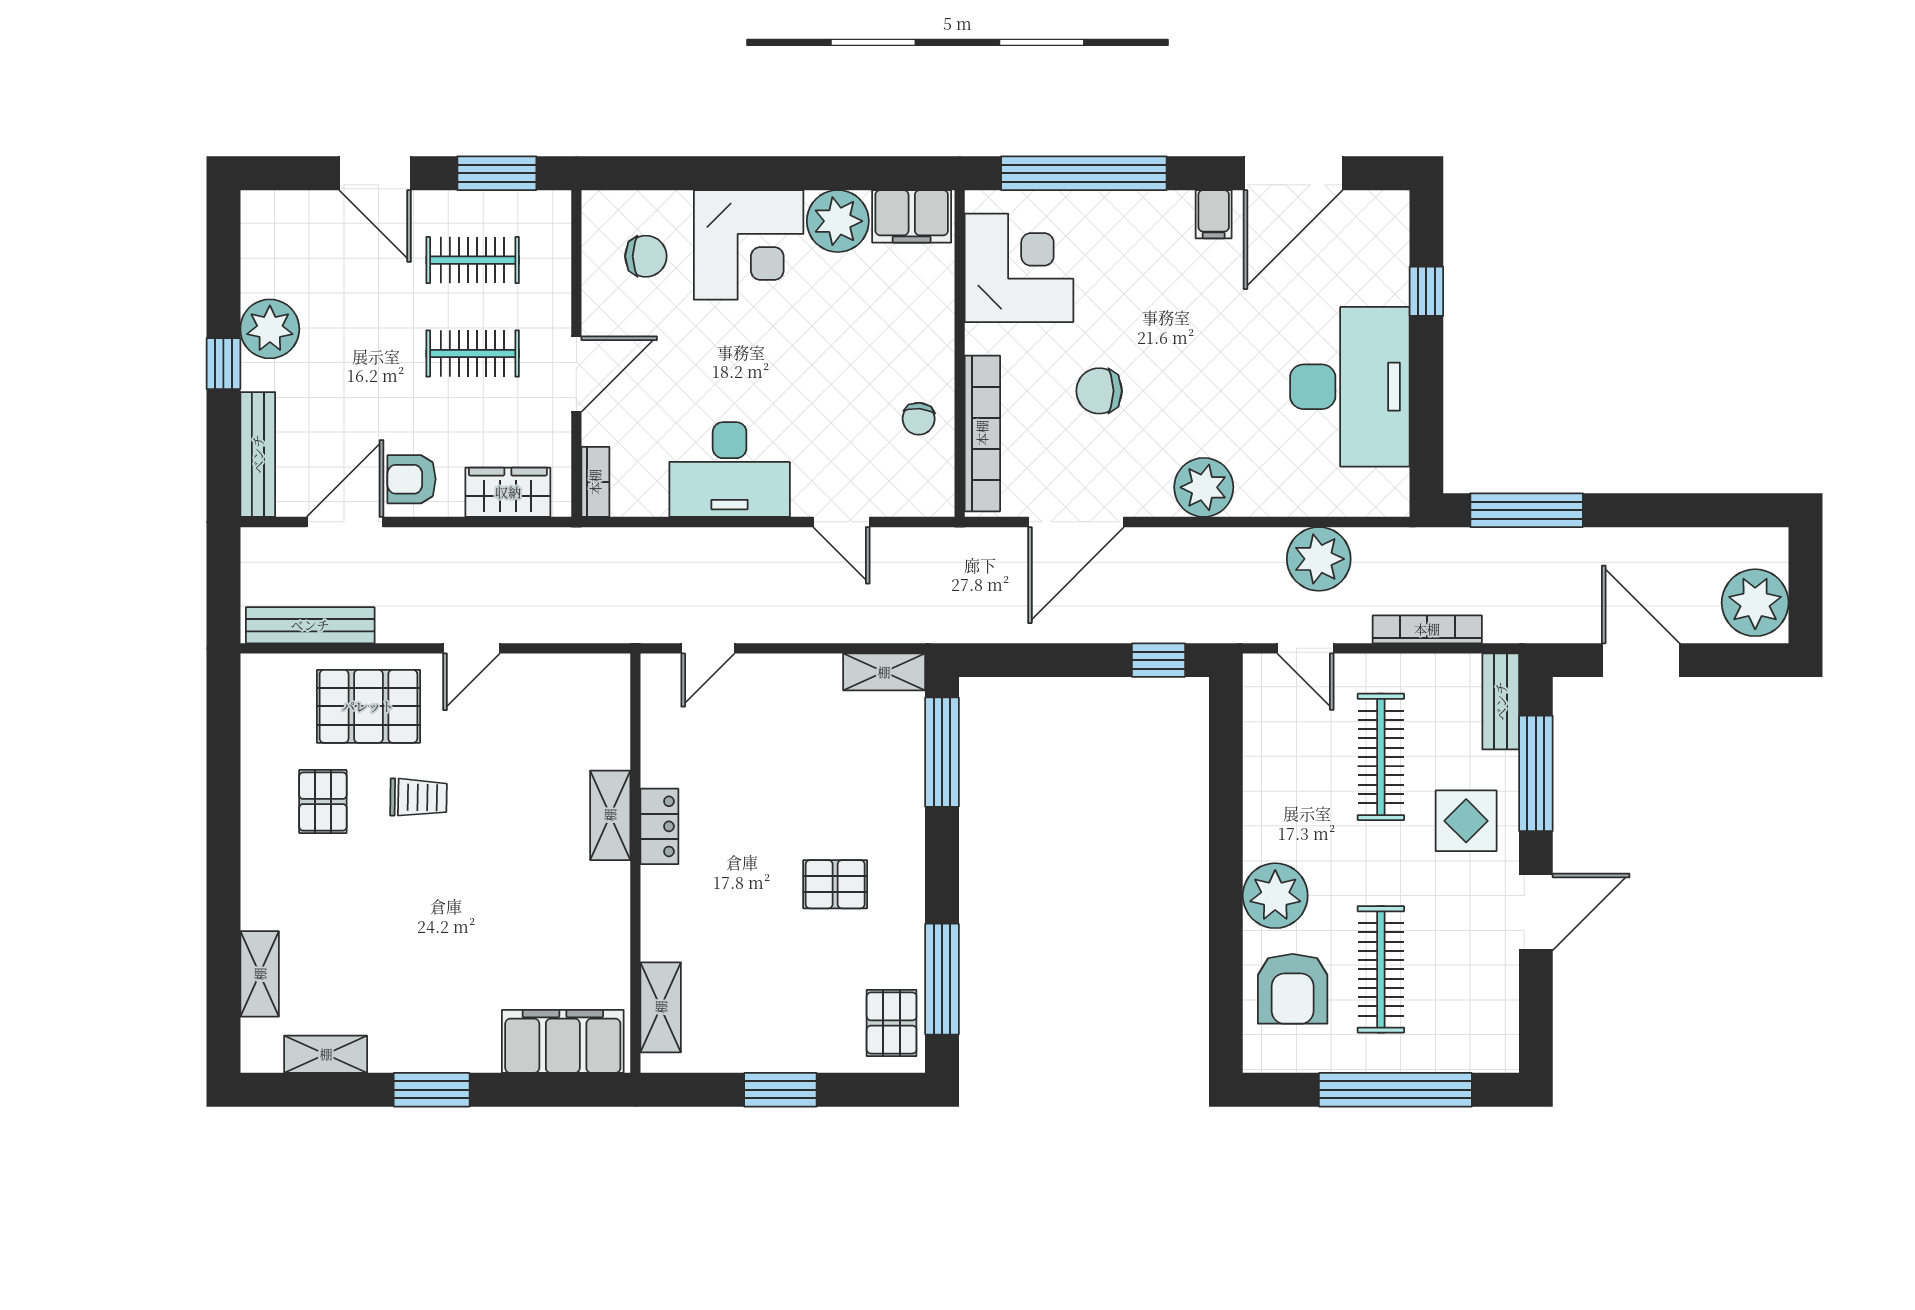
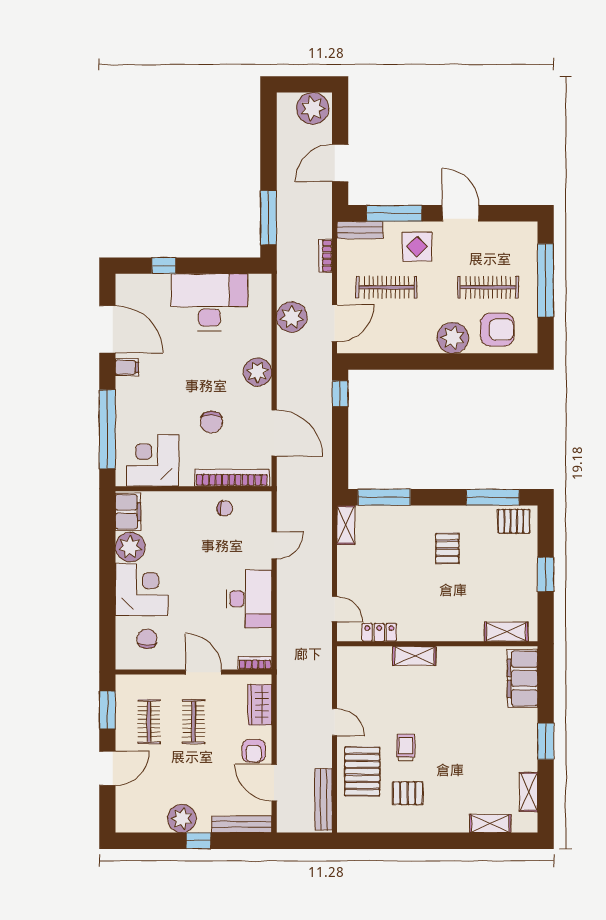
bookcase: (1427, 629) -> (325, 256), width x0.64
door: (1305, 648) -> (335, 323), width x1.38
locker: (659, 826) -> (379, 632), moved

